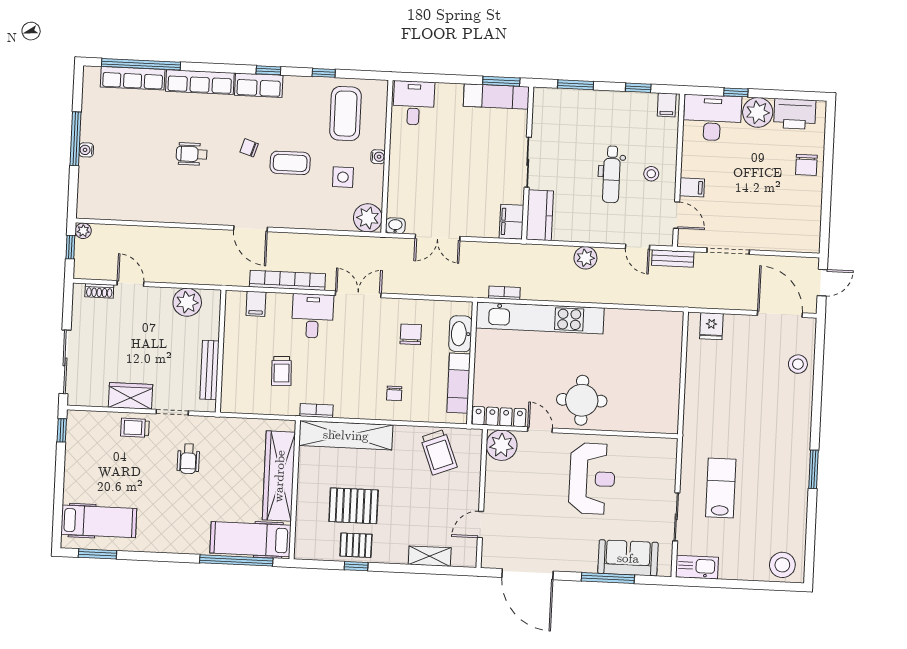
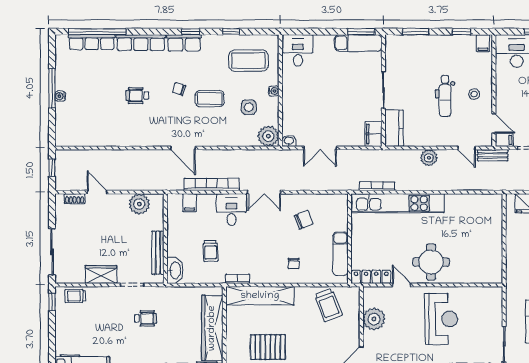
coffee table: (345, 114) -> (248, 61), turned 90
filing cabinet: (692, 187) -> (504, 140), moved
plant: (83, 231) -> (61, 155), removed
bookcase: (504, 293) -> (377, 186), width x1.56
double door: (358, 294) -> (264, 192), swing flipped
chair: (411, 334) -> (304, 220), turned 68
washbasin: (460, 334) -> (175, 270), moved, turned 180
trolley: (135, 428) -> (75, 296), moved
plant: (502, 445) -> (374, 319), moved
wheelchair: (188, 459) -> (145, 318), turned -90

